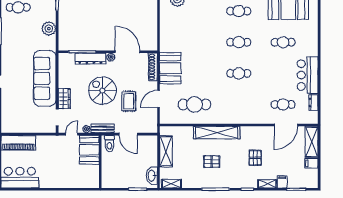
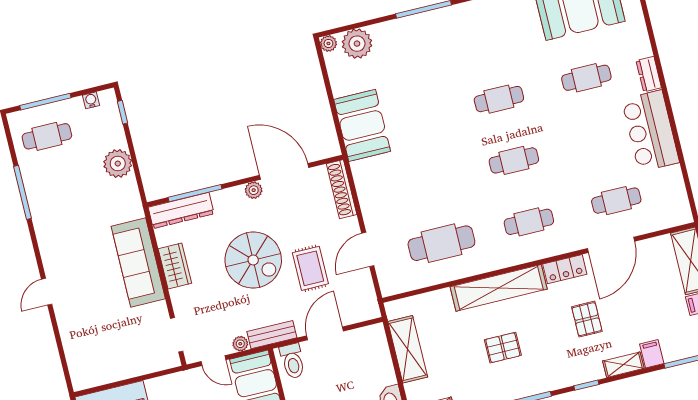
cafe table: (239, 11) -> (529, 222), moved
dresser: (90, 58) -> (181, 210), moved
booth: (170, 68) -> (362, 125), moved
sofa: (45, 78) -> (138, 263), width x0.74, depth x0.79
spiral stairs: (102, 91) -> (253, 260), turned 180
wardrobe: (64, 99) -> (175, 266), moved
dresser: (313, 102) -> (649, 74), moved
door: (286, 125) -> (611, 245), moved
locker: (250, 131) -> (565, 269), added
door: (72, 134) -> (213, 361), swing flipped
door: (128, 134) -> (325, 333), swing flipped

